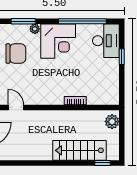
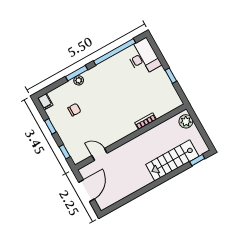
window: (23, 21) -> (77, 73), moved
corner desk: (58, 41) -> (104, 80), removed
chair: (16, 53) -> (74, 110), width x0.54, depth x0.54
window: (122, 57) -> (171, 76), moved

